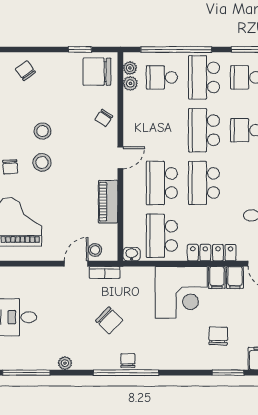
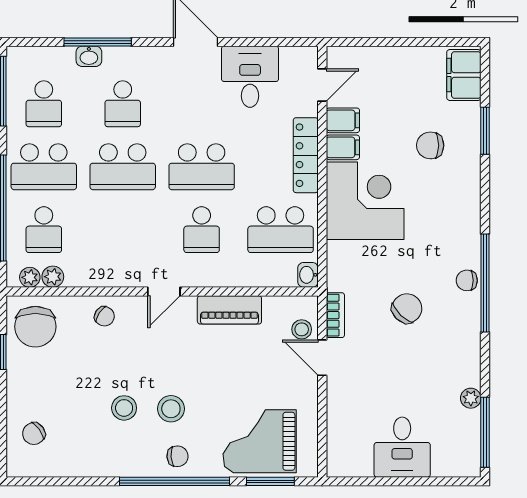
door: (120, 158) -> (164, 292), swing flipped
school desk: (162, 183) -> (202, 230), width x0.54
plant: (65, 363) -> (471, 398), moved

